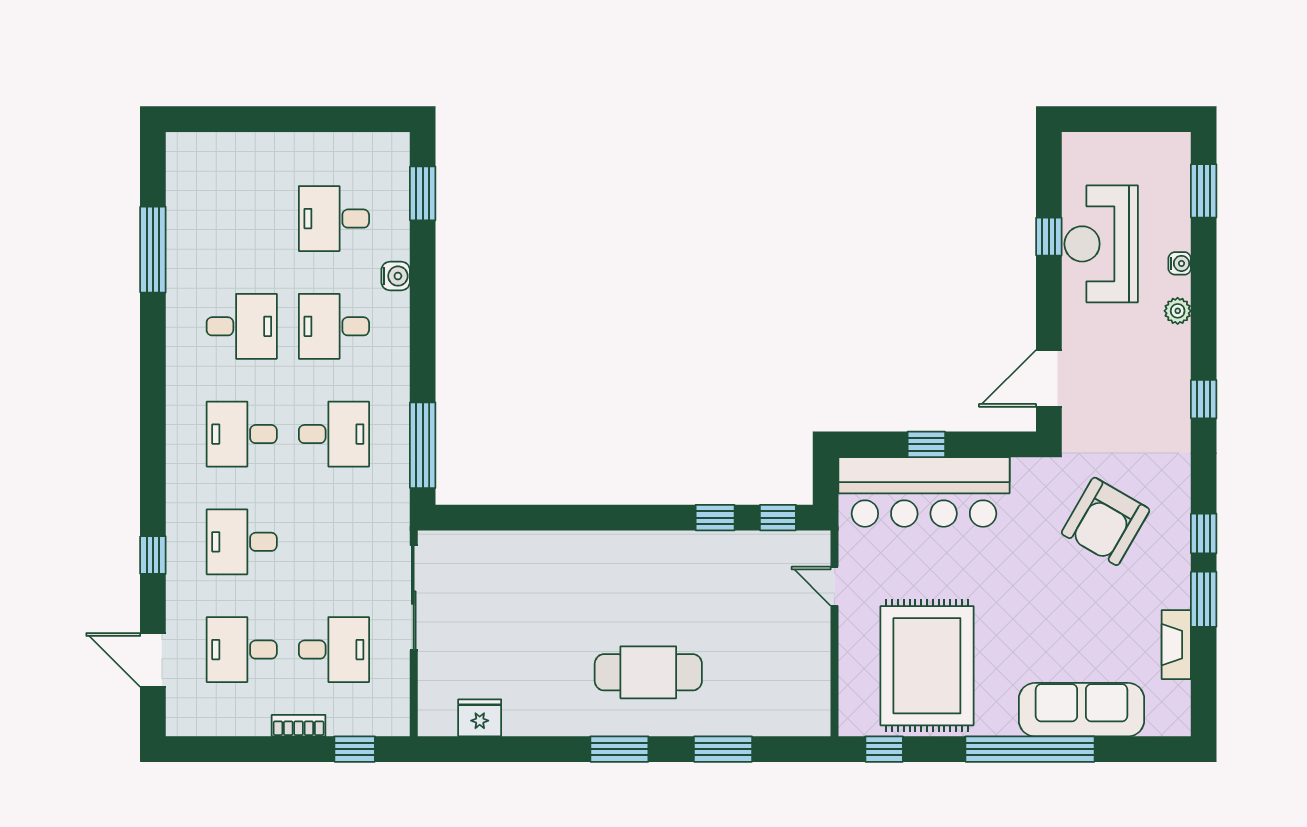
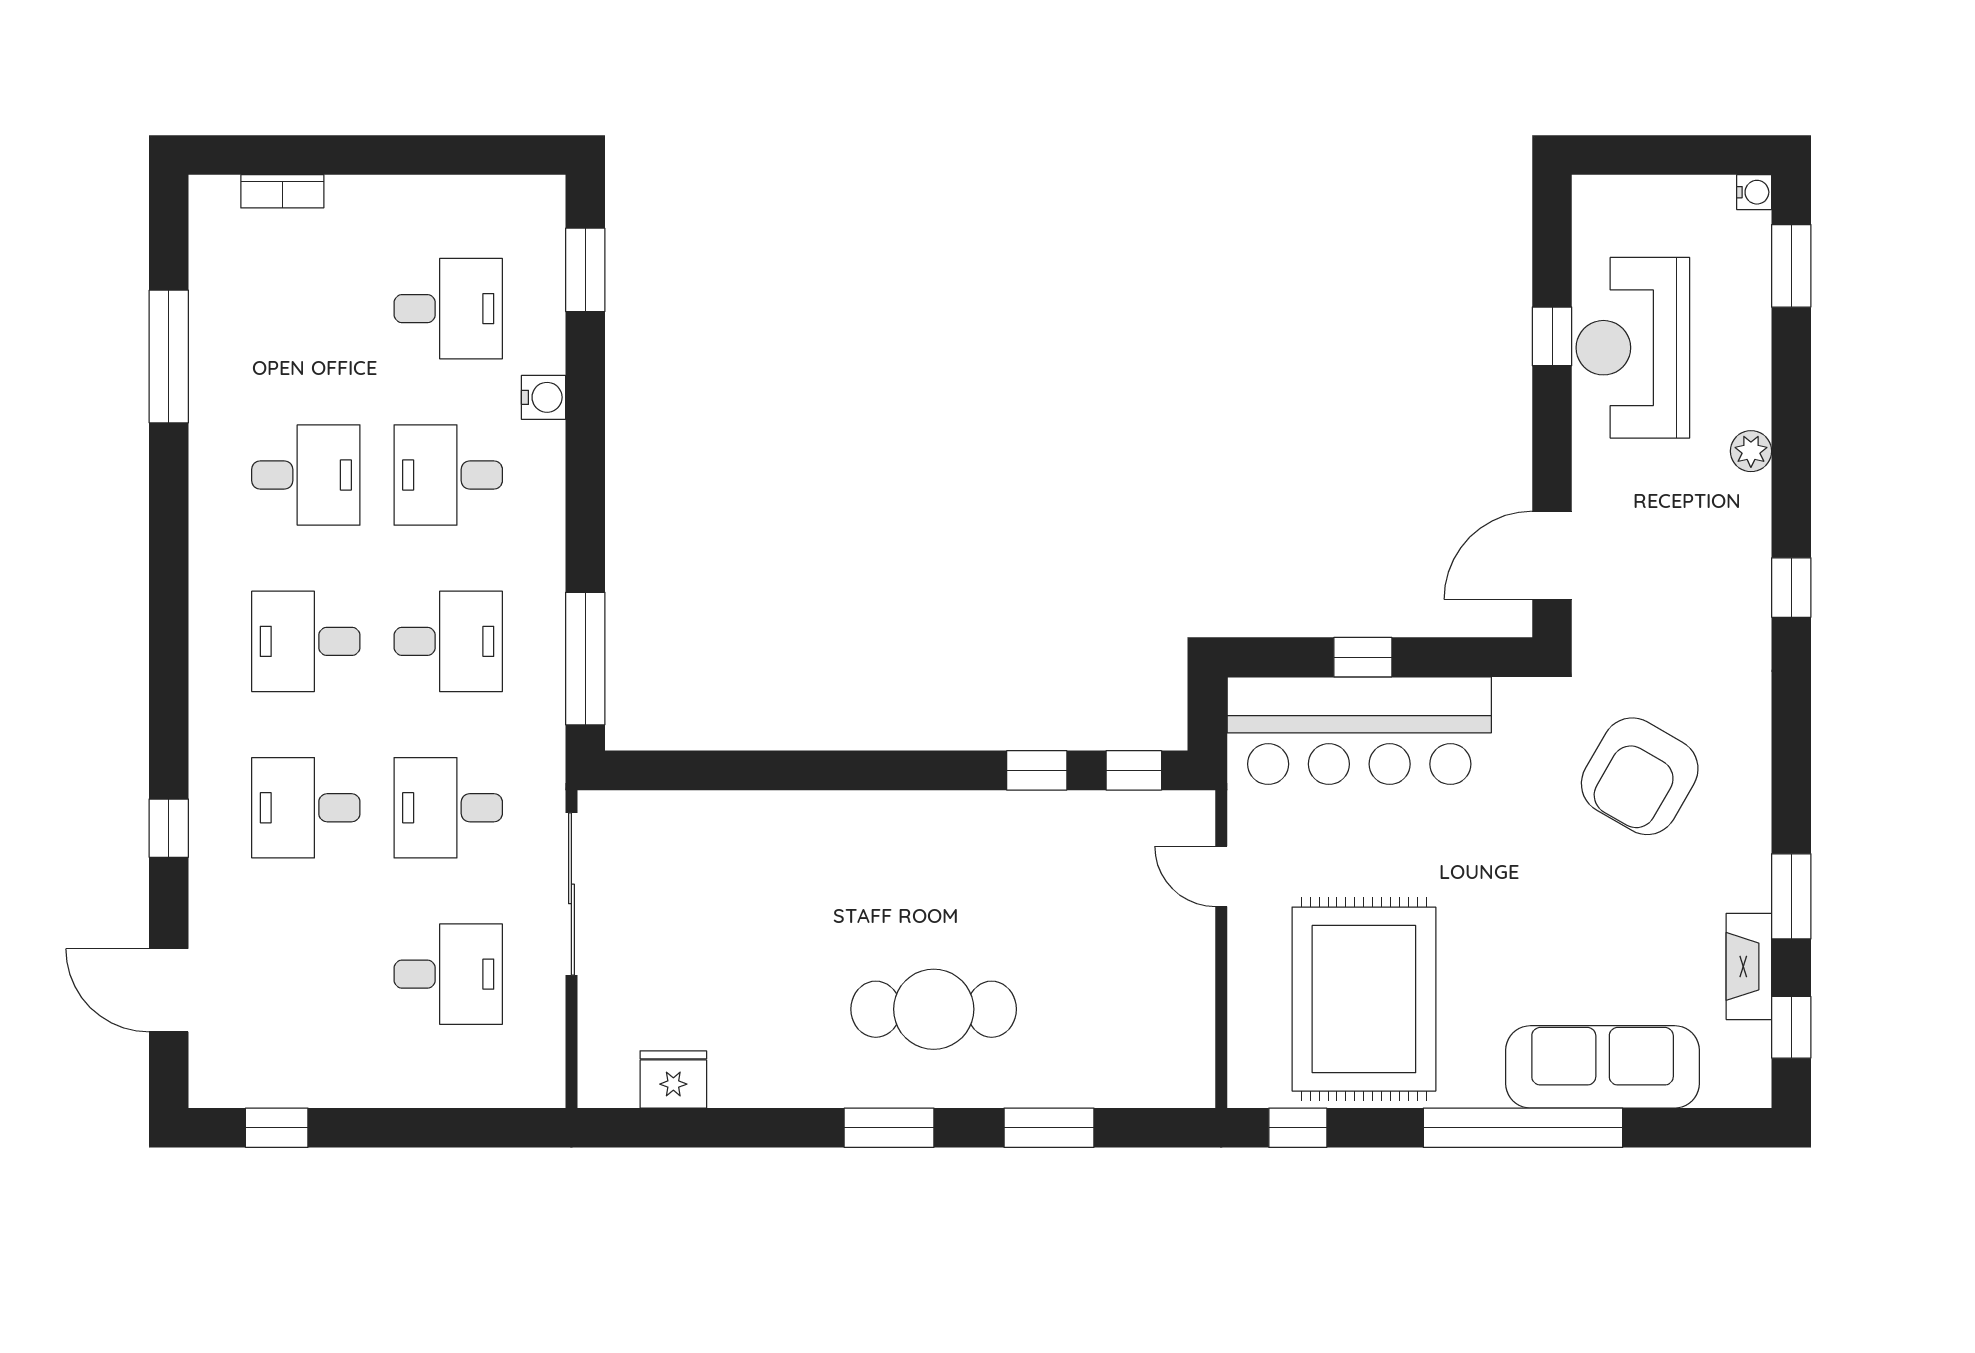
desk: (334, 219) -> (448, 309), turned 180
water cooler: (1180, 263) -> (1754, 192), moved
window: (1204, 534) -> (1791, 1027), moved
desk: (242, 650) -> (448, 808), moved
bookcase: (299, 726) -> (282, 191), moved, turned 180
window: (355, 749) -> (277, 1128), moved

